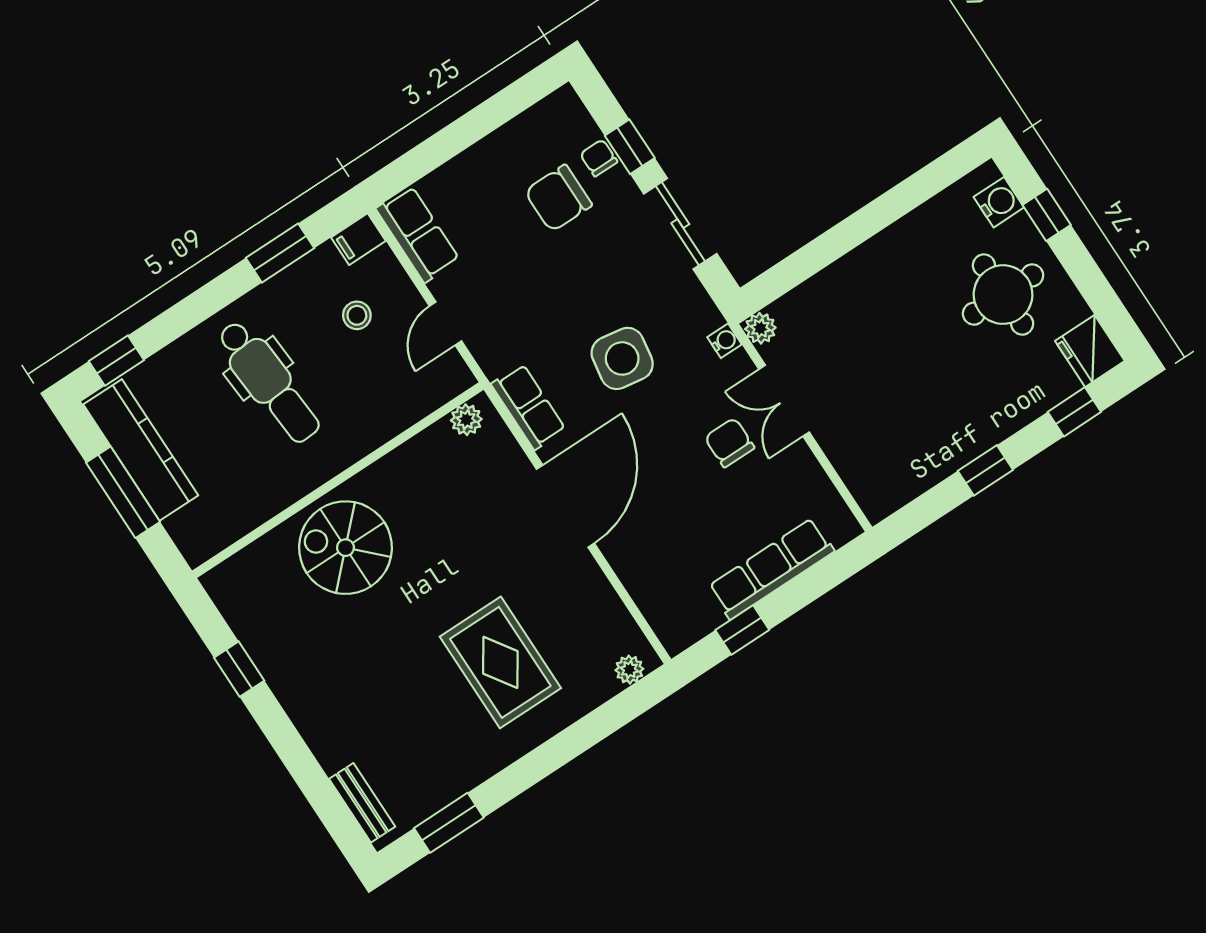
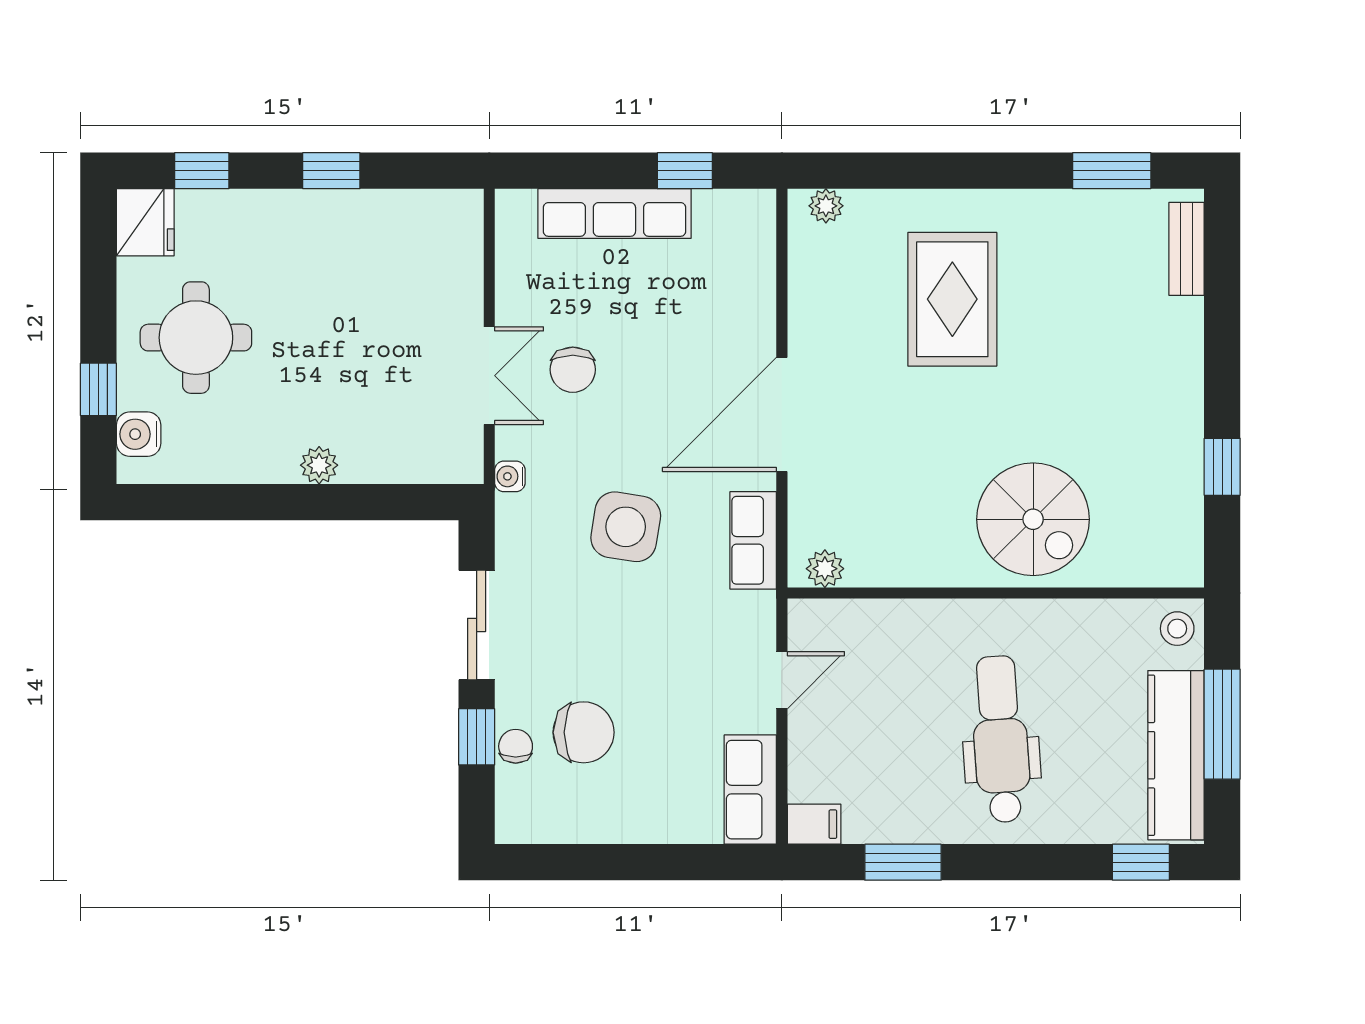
chair: (599, 158) -> (516, 746), turned 180
stool: (357, 315) -> (1177, 629), moved
plant: (760, 328) -> (319, 465), moved

